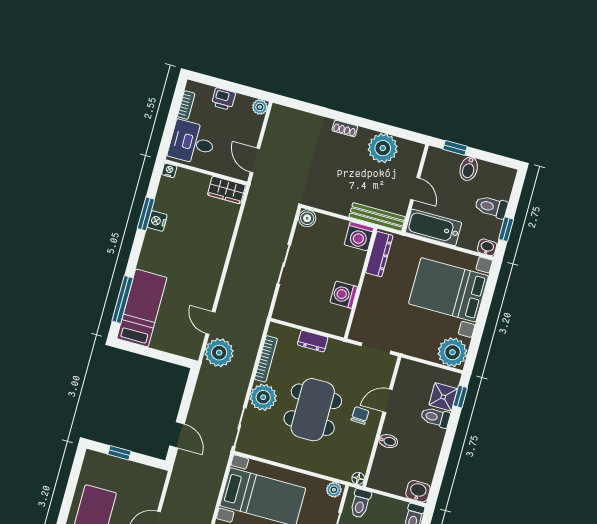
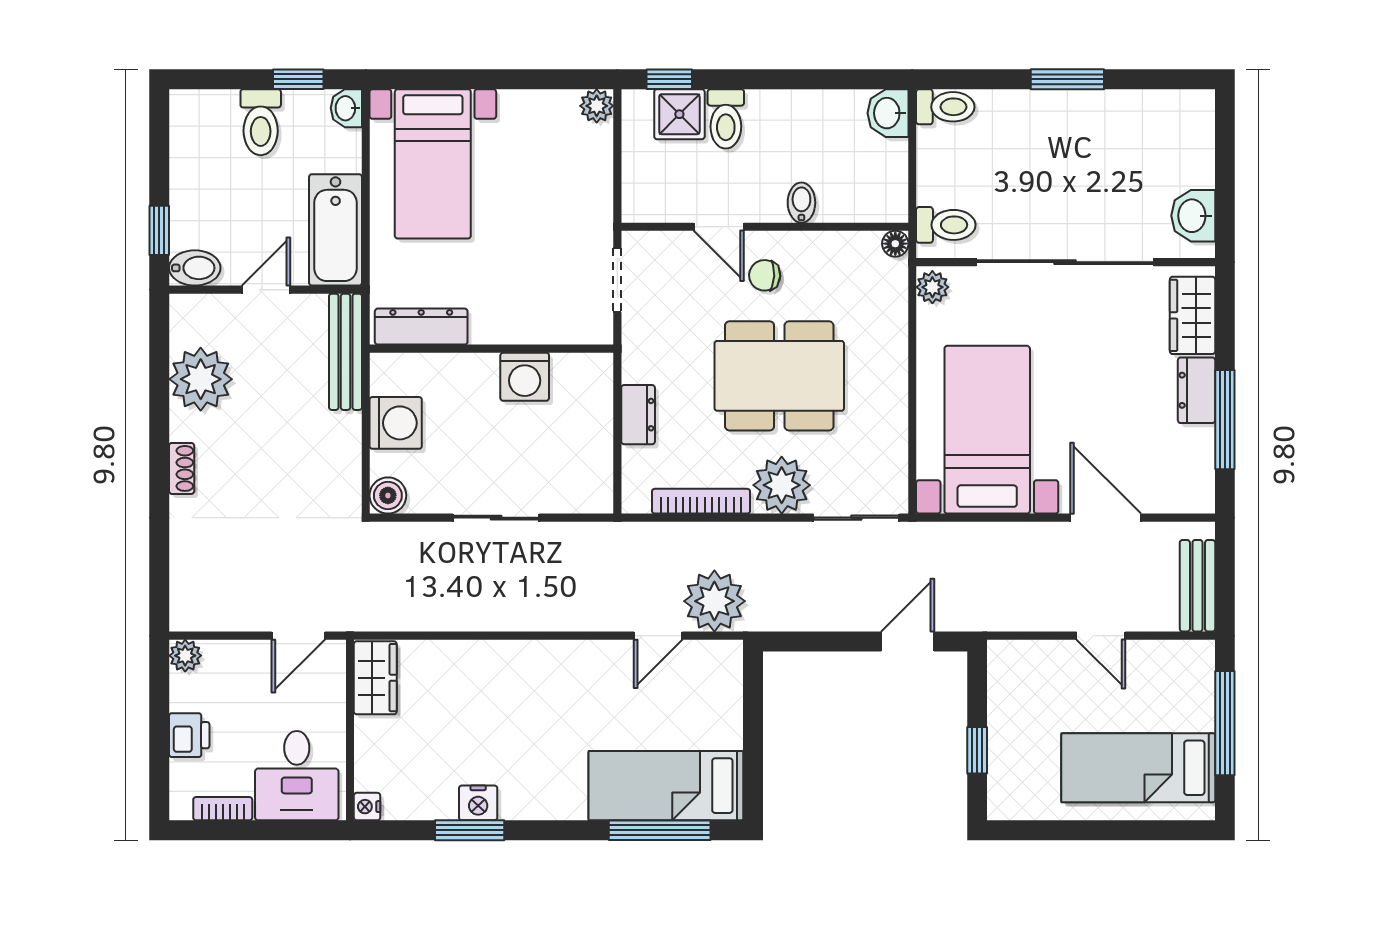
bidet: (469, 169) -> (195, 268), moved
washing machine: (359, 236) -> (396, 423), moved
bed with nightstands: (448, 290) -> (433, 164), width x0.73
plant: (452, 352) -> (597, 106), width x0.53, depth x0.53

